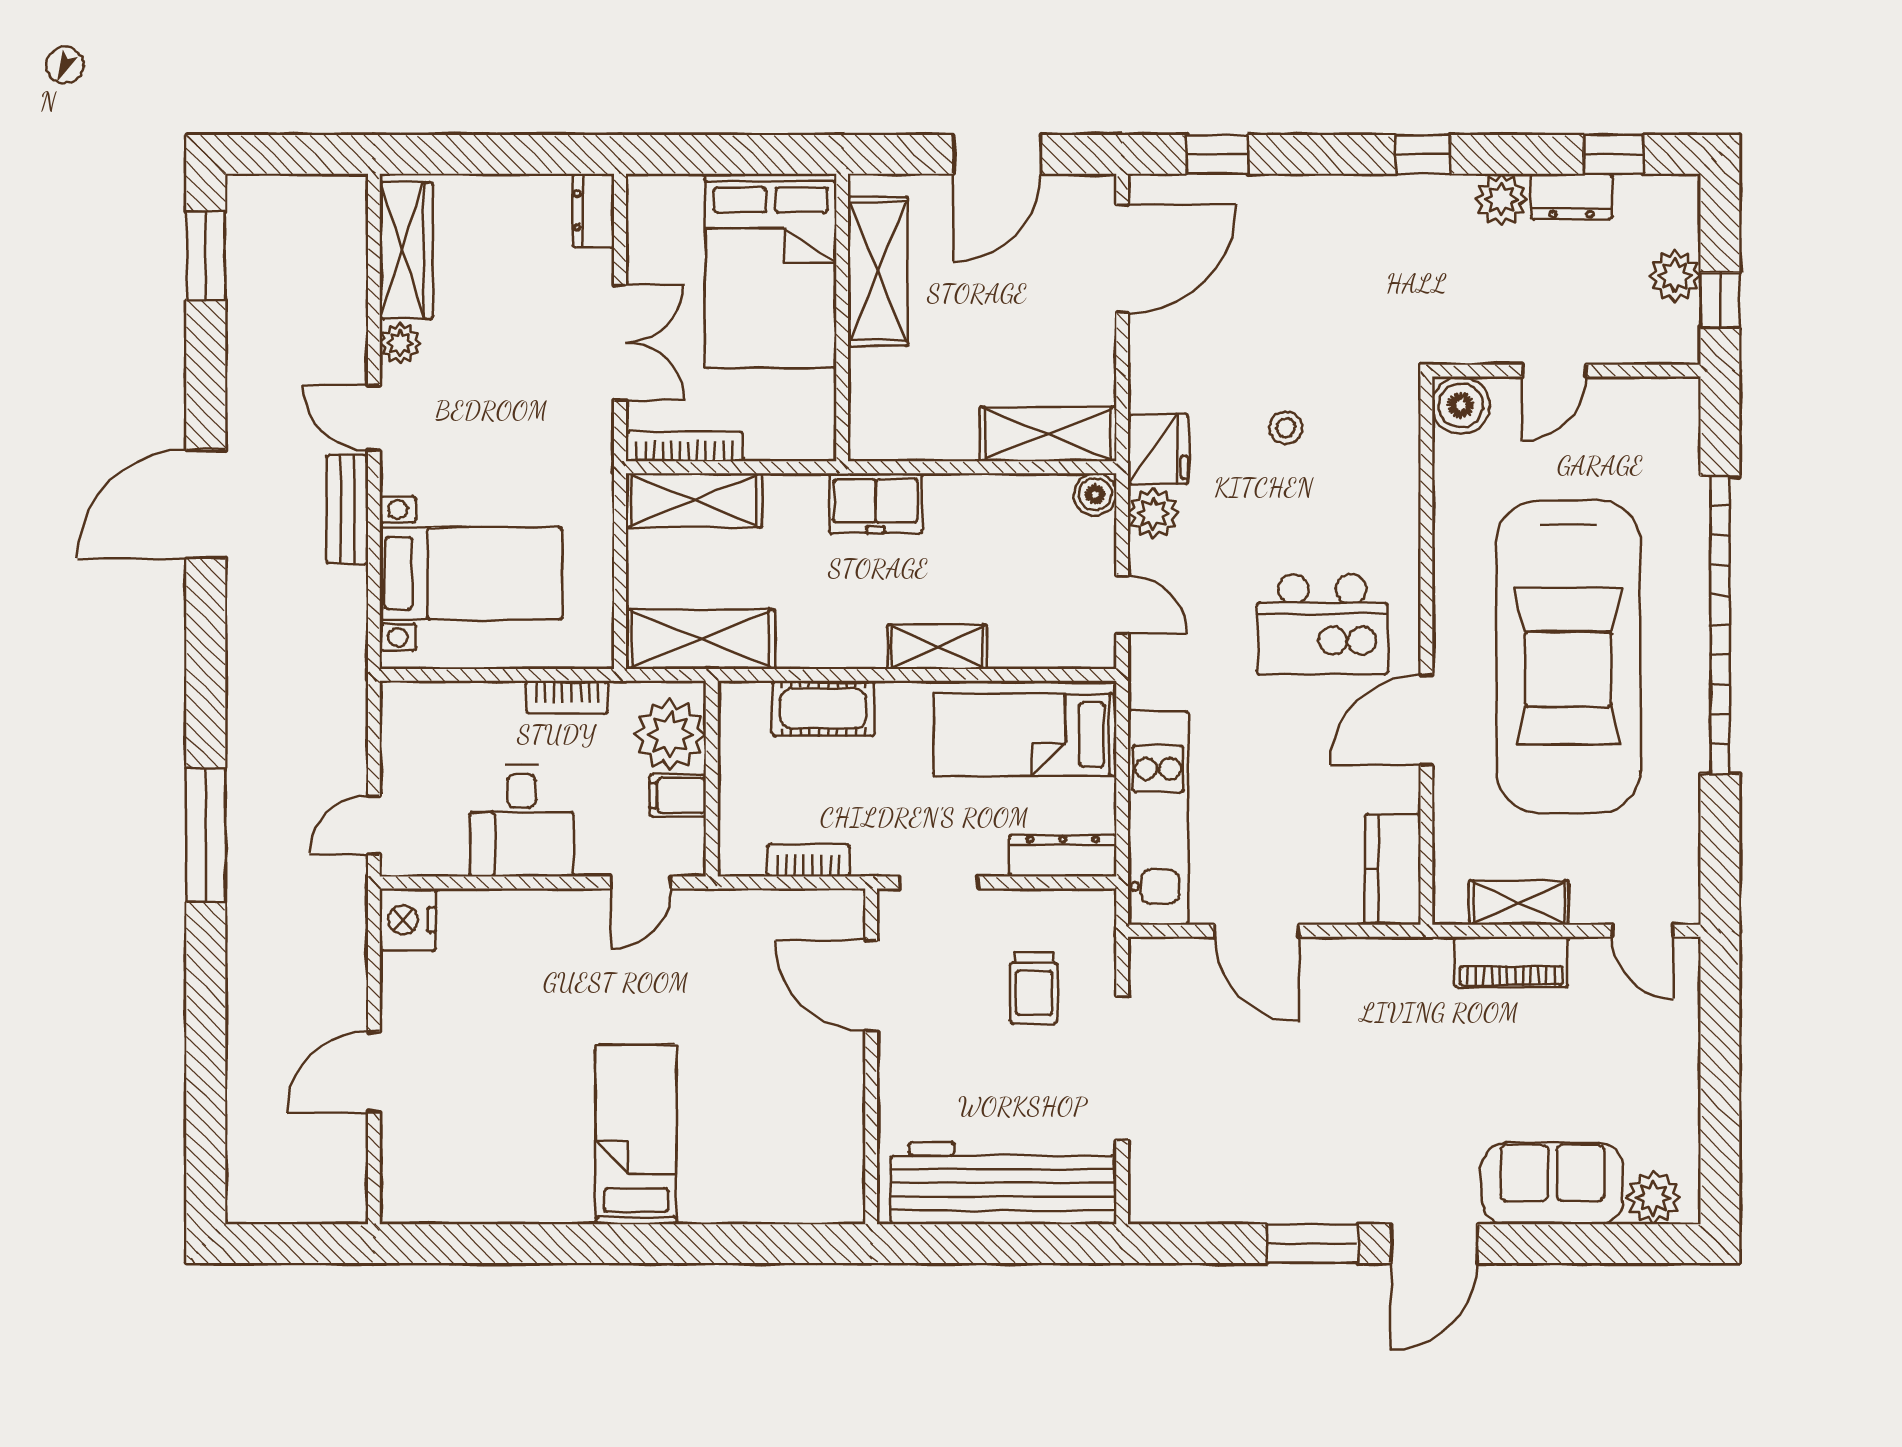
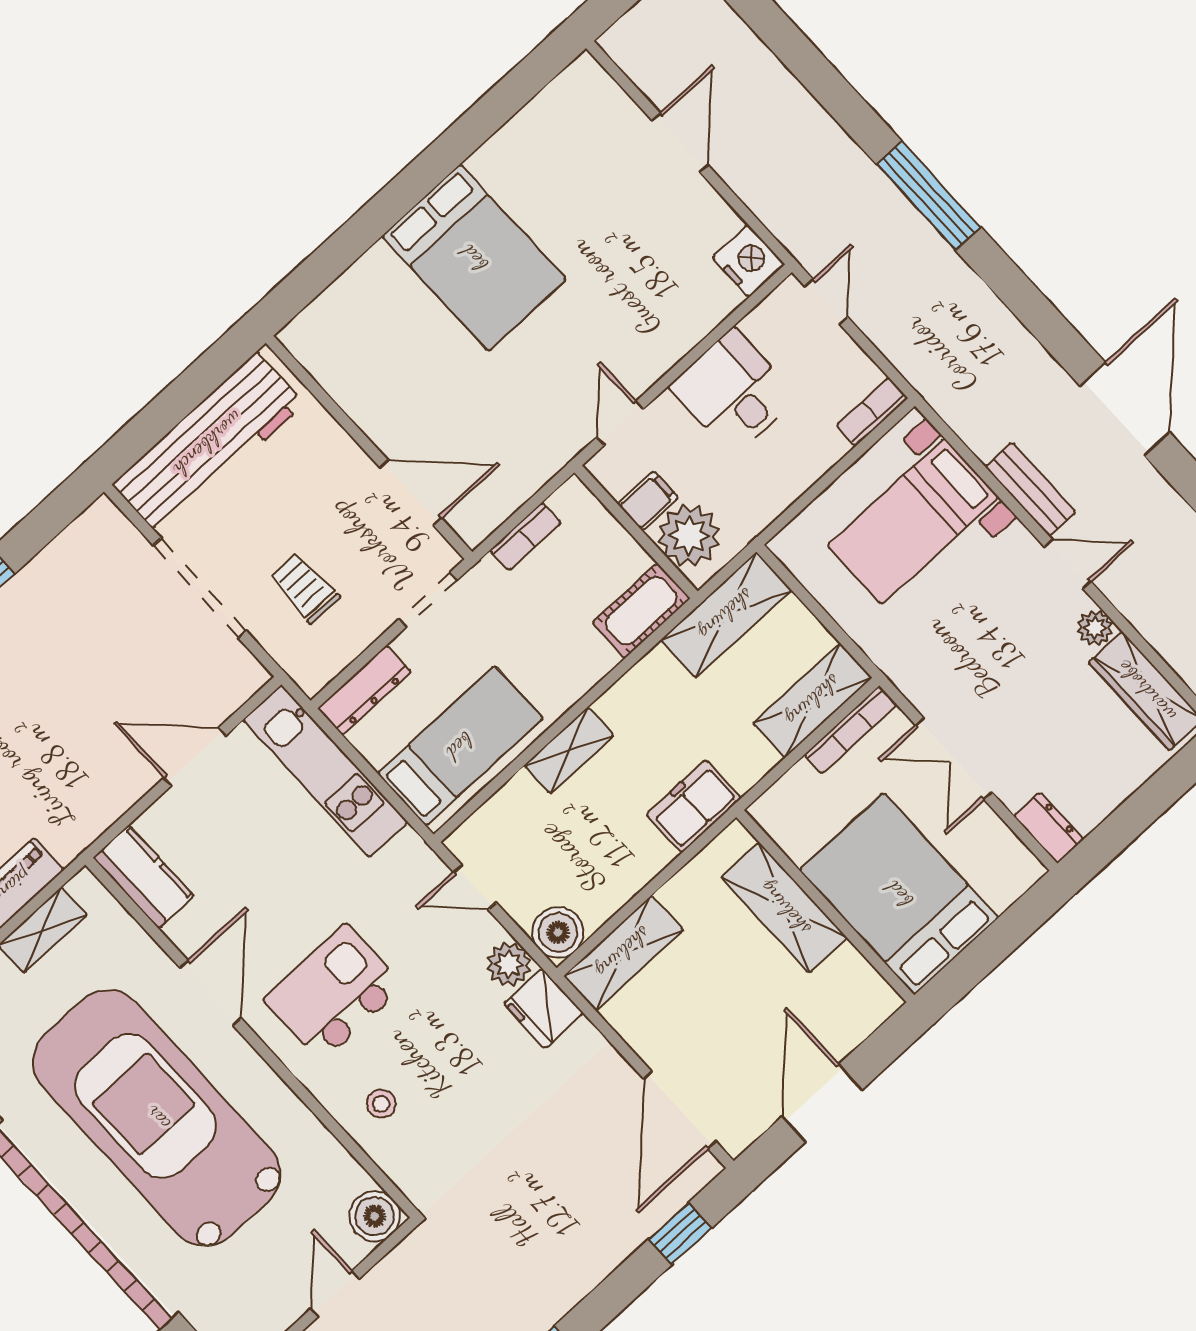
shelving: (878, 271) -> (784, 908), moved
stool: (1286, 428) -> (381, 1104), moved
boiler: (1095, 494) -> (558, 932), width x1.36, depth x1.36
bookcase: (567, 697) -> (872, 412), moved
cot: (823, 708) -> (641, 611), moved
bed: (636, 1134) -> (474, 258), width x1.50

